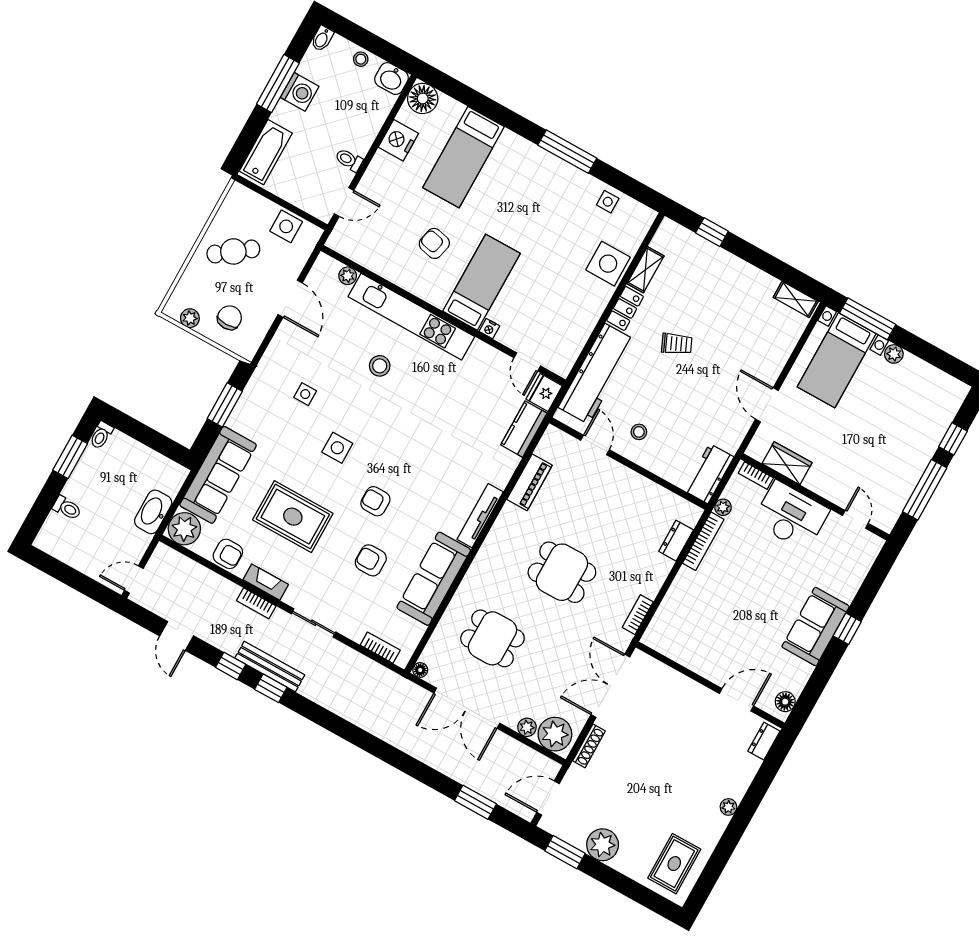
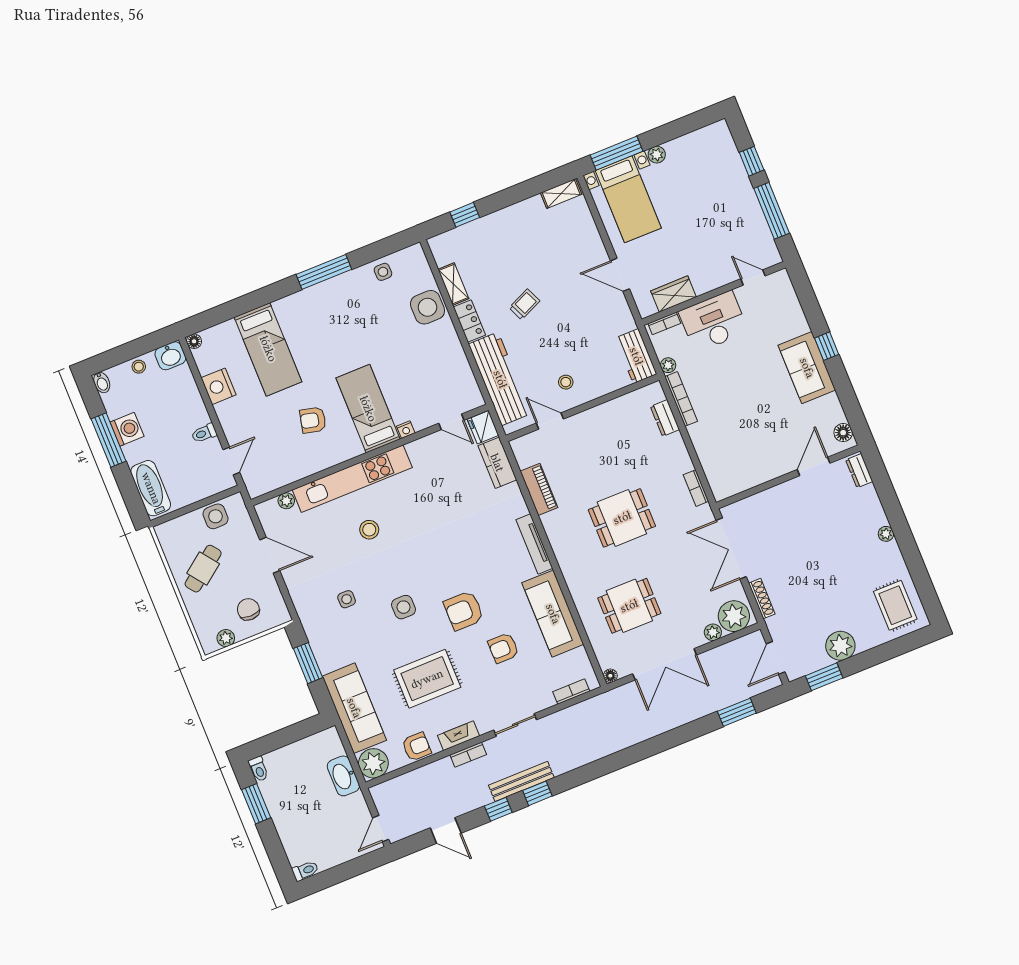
floor lamp: (423, 98) -> (194, 341), width x0.53, depth x0.53
armchair: (375, 501) -> (464, 611), width x1.38, depth x1.38
toilet: (67, 508) -> (305, 871), moved

